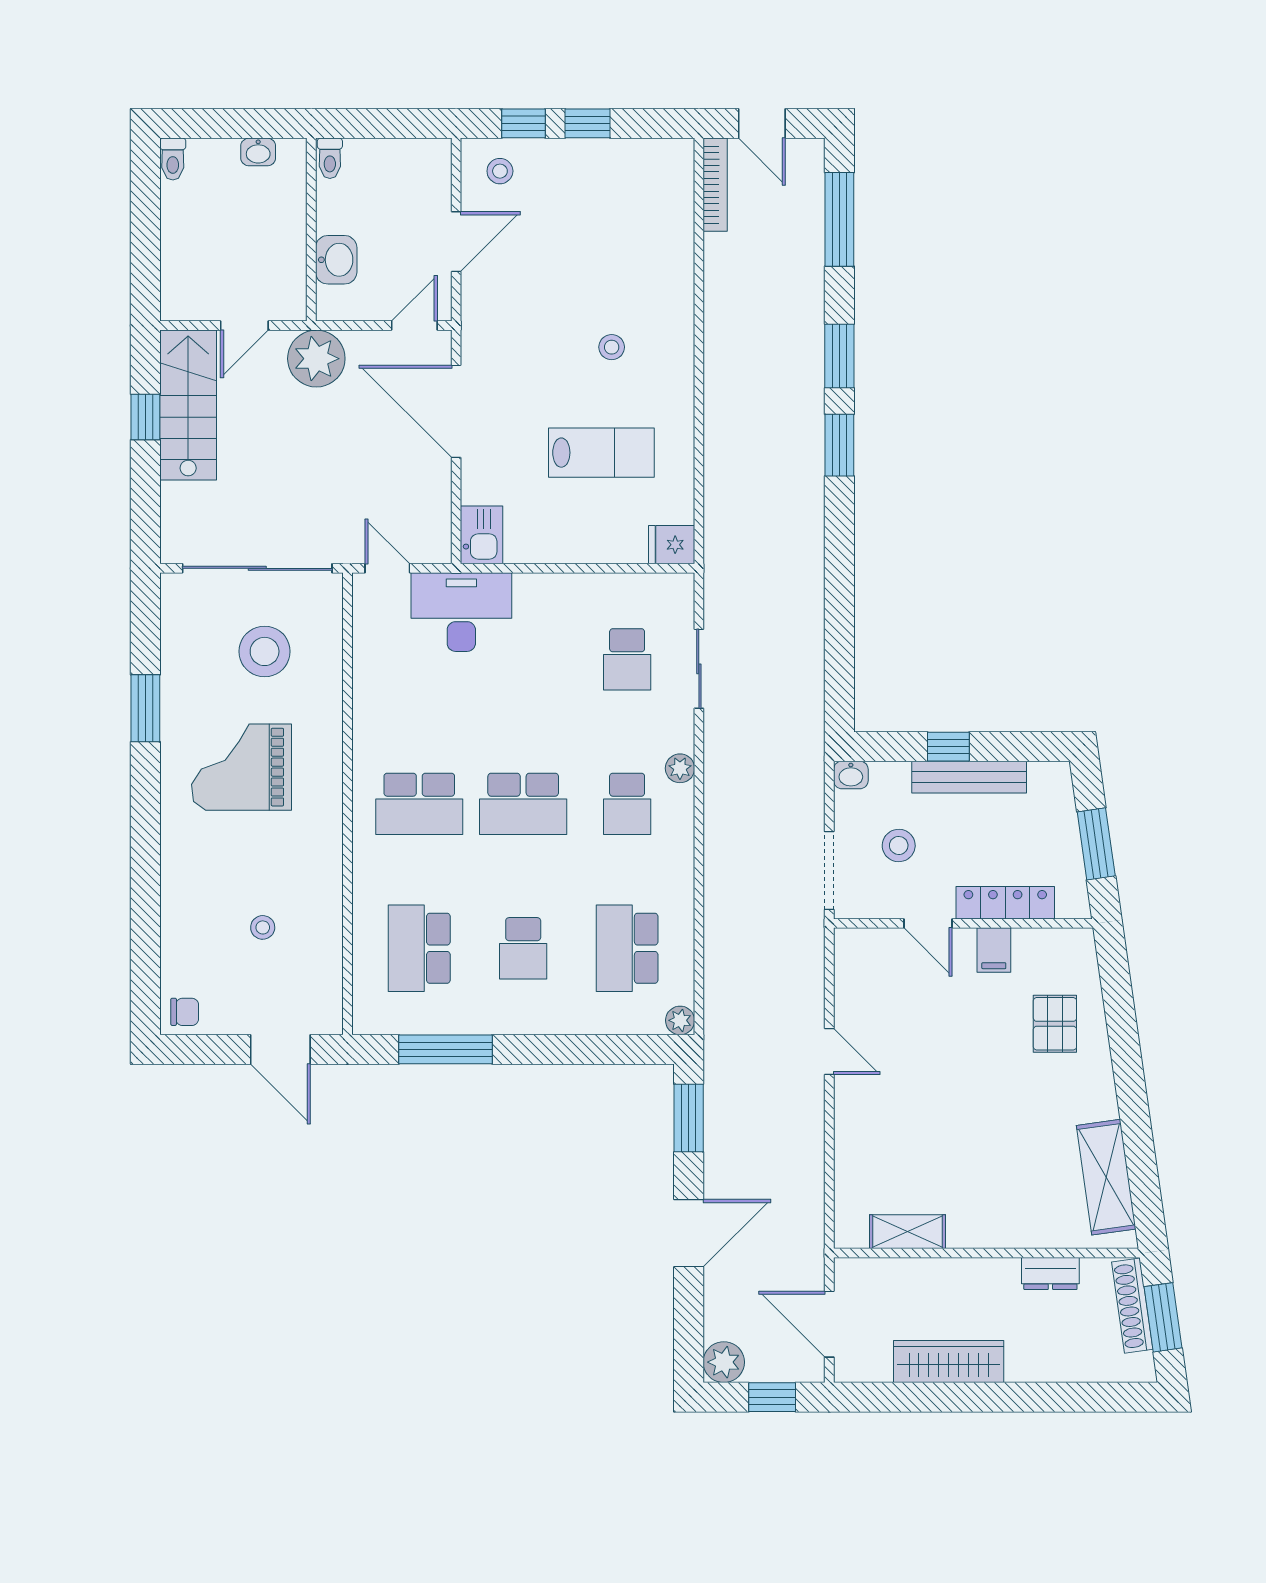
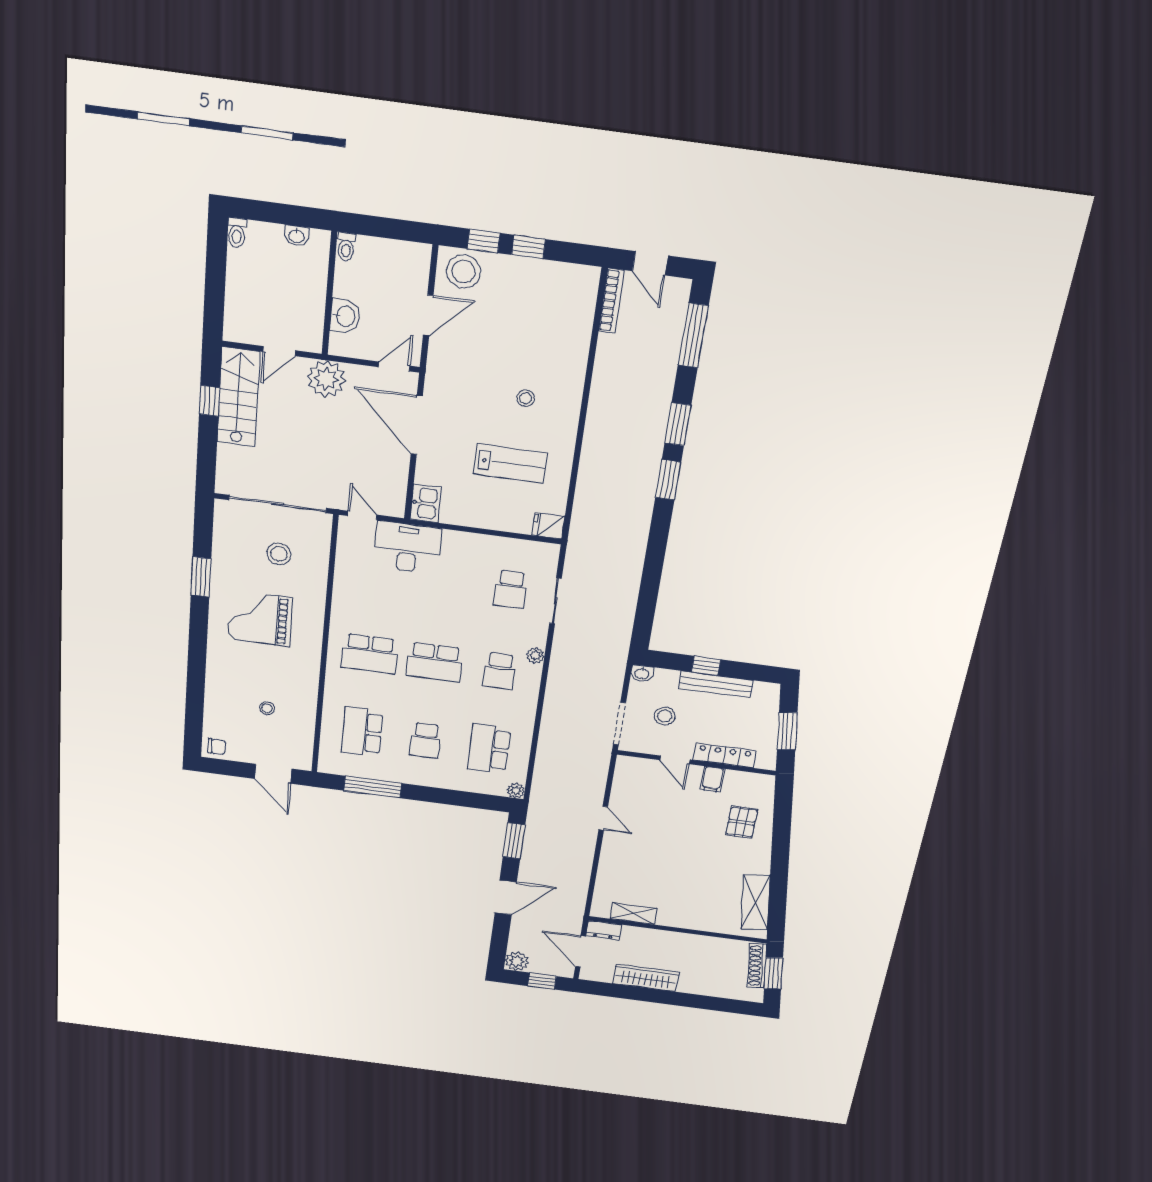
stool: (500, 171) -> (464, 272), width x1.89, depth x1.89
stool: (265, 651) -> (279, 554), width x0.73, depth x0.73
dresser: (1050, 1274) -> (604, 930), moved

